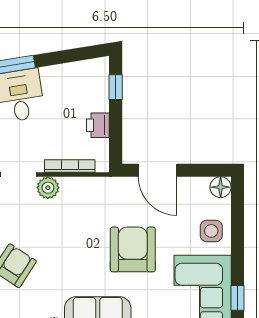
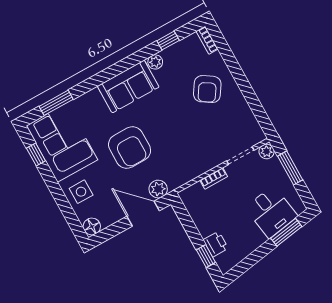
printer: (98, 125) -> (216, 244), moved
bookcase: (70, 166) -> (214, 178), width x0.64
plant: (48, 188) -> (158, 189), moved

